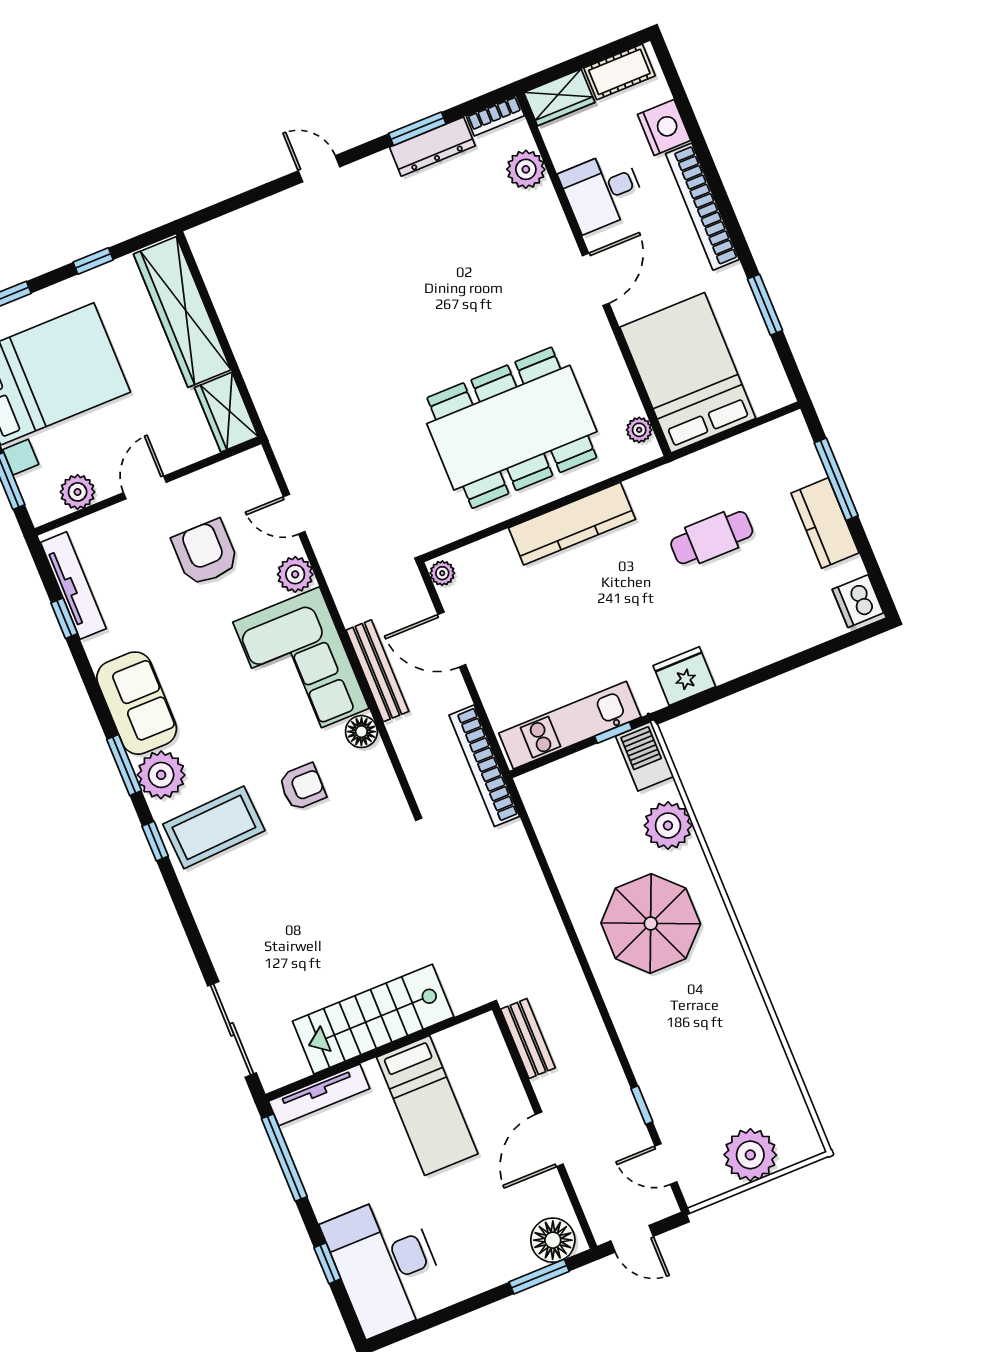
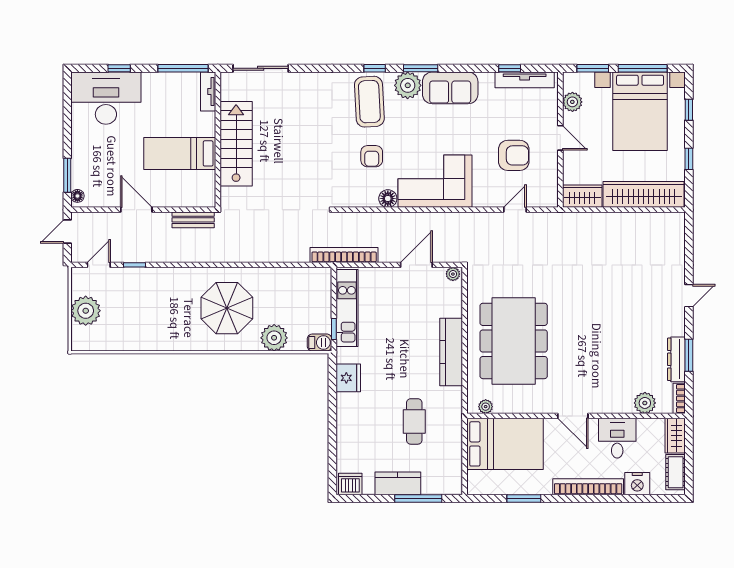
plant: (295, 574) -> (483, 197), removed
bench: (377, 671) -> (416, 220), removed
barbecue: (644, 756) -> (320, 343), width x0.73, depth x0.79
tv unit: (319, 1095) -> (208, 92), width x0.71
floor lamp: (553, 1240) -> (77, 196), width x0.53, depth x0.53

